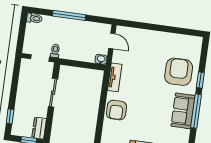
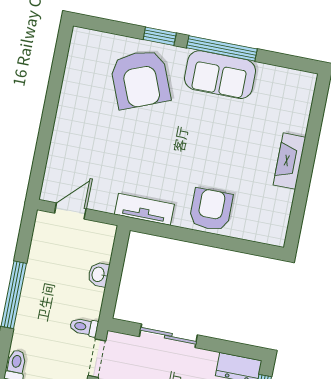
washbasin: (101, 59) -> (99, 274), moved
armchair: (179, 72) -> (140, 79), turned -112
armchair: (116, 110) -> (211, 210), turned -90

